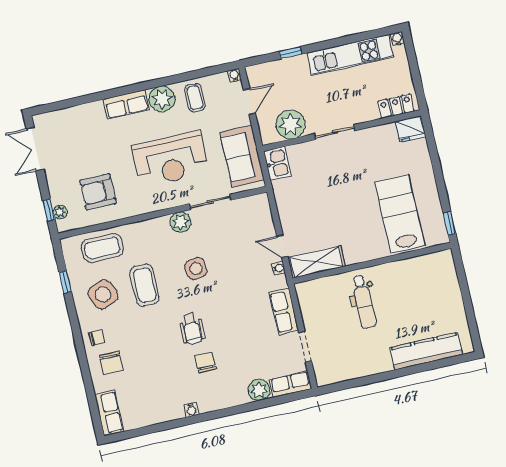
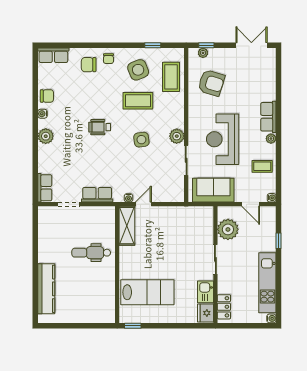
plant: (162, 99) -> (271, 139), width x0.53, depth x0.53
kitchen sink: (278, 163) -> (205, 292), moved, turned 90
armchair: (98, 192) -> (211, 83), turned 107
chair: (205, 362) -> (47, 96), moved
plant: (259, 390) -> (46, 136), moved

